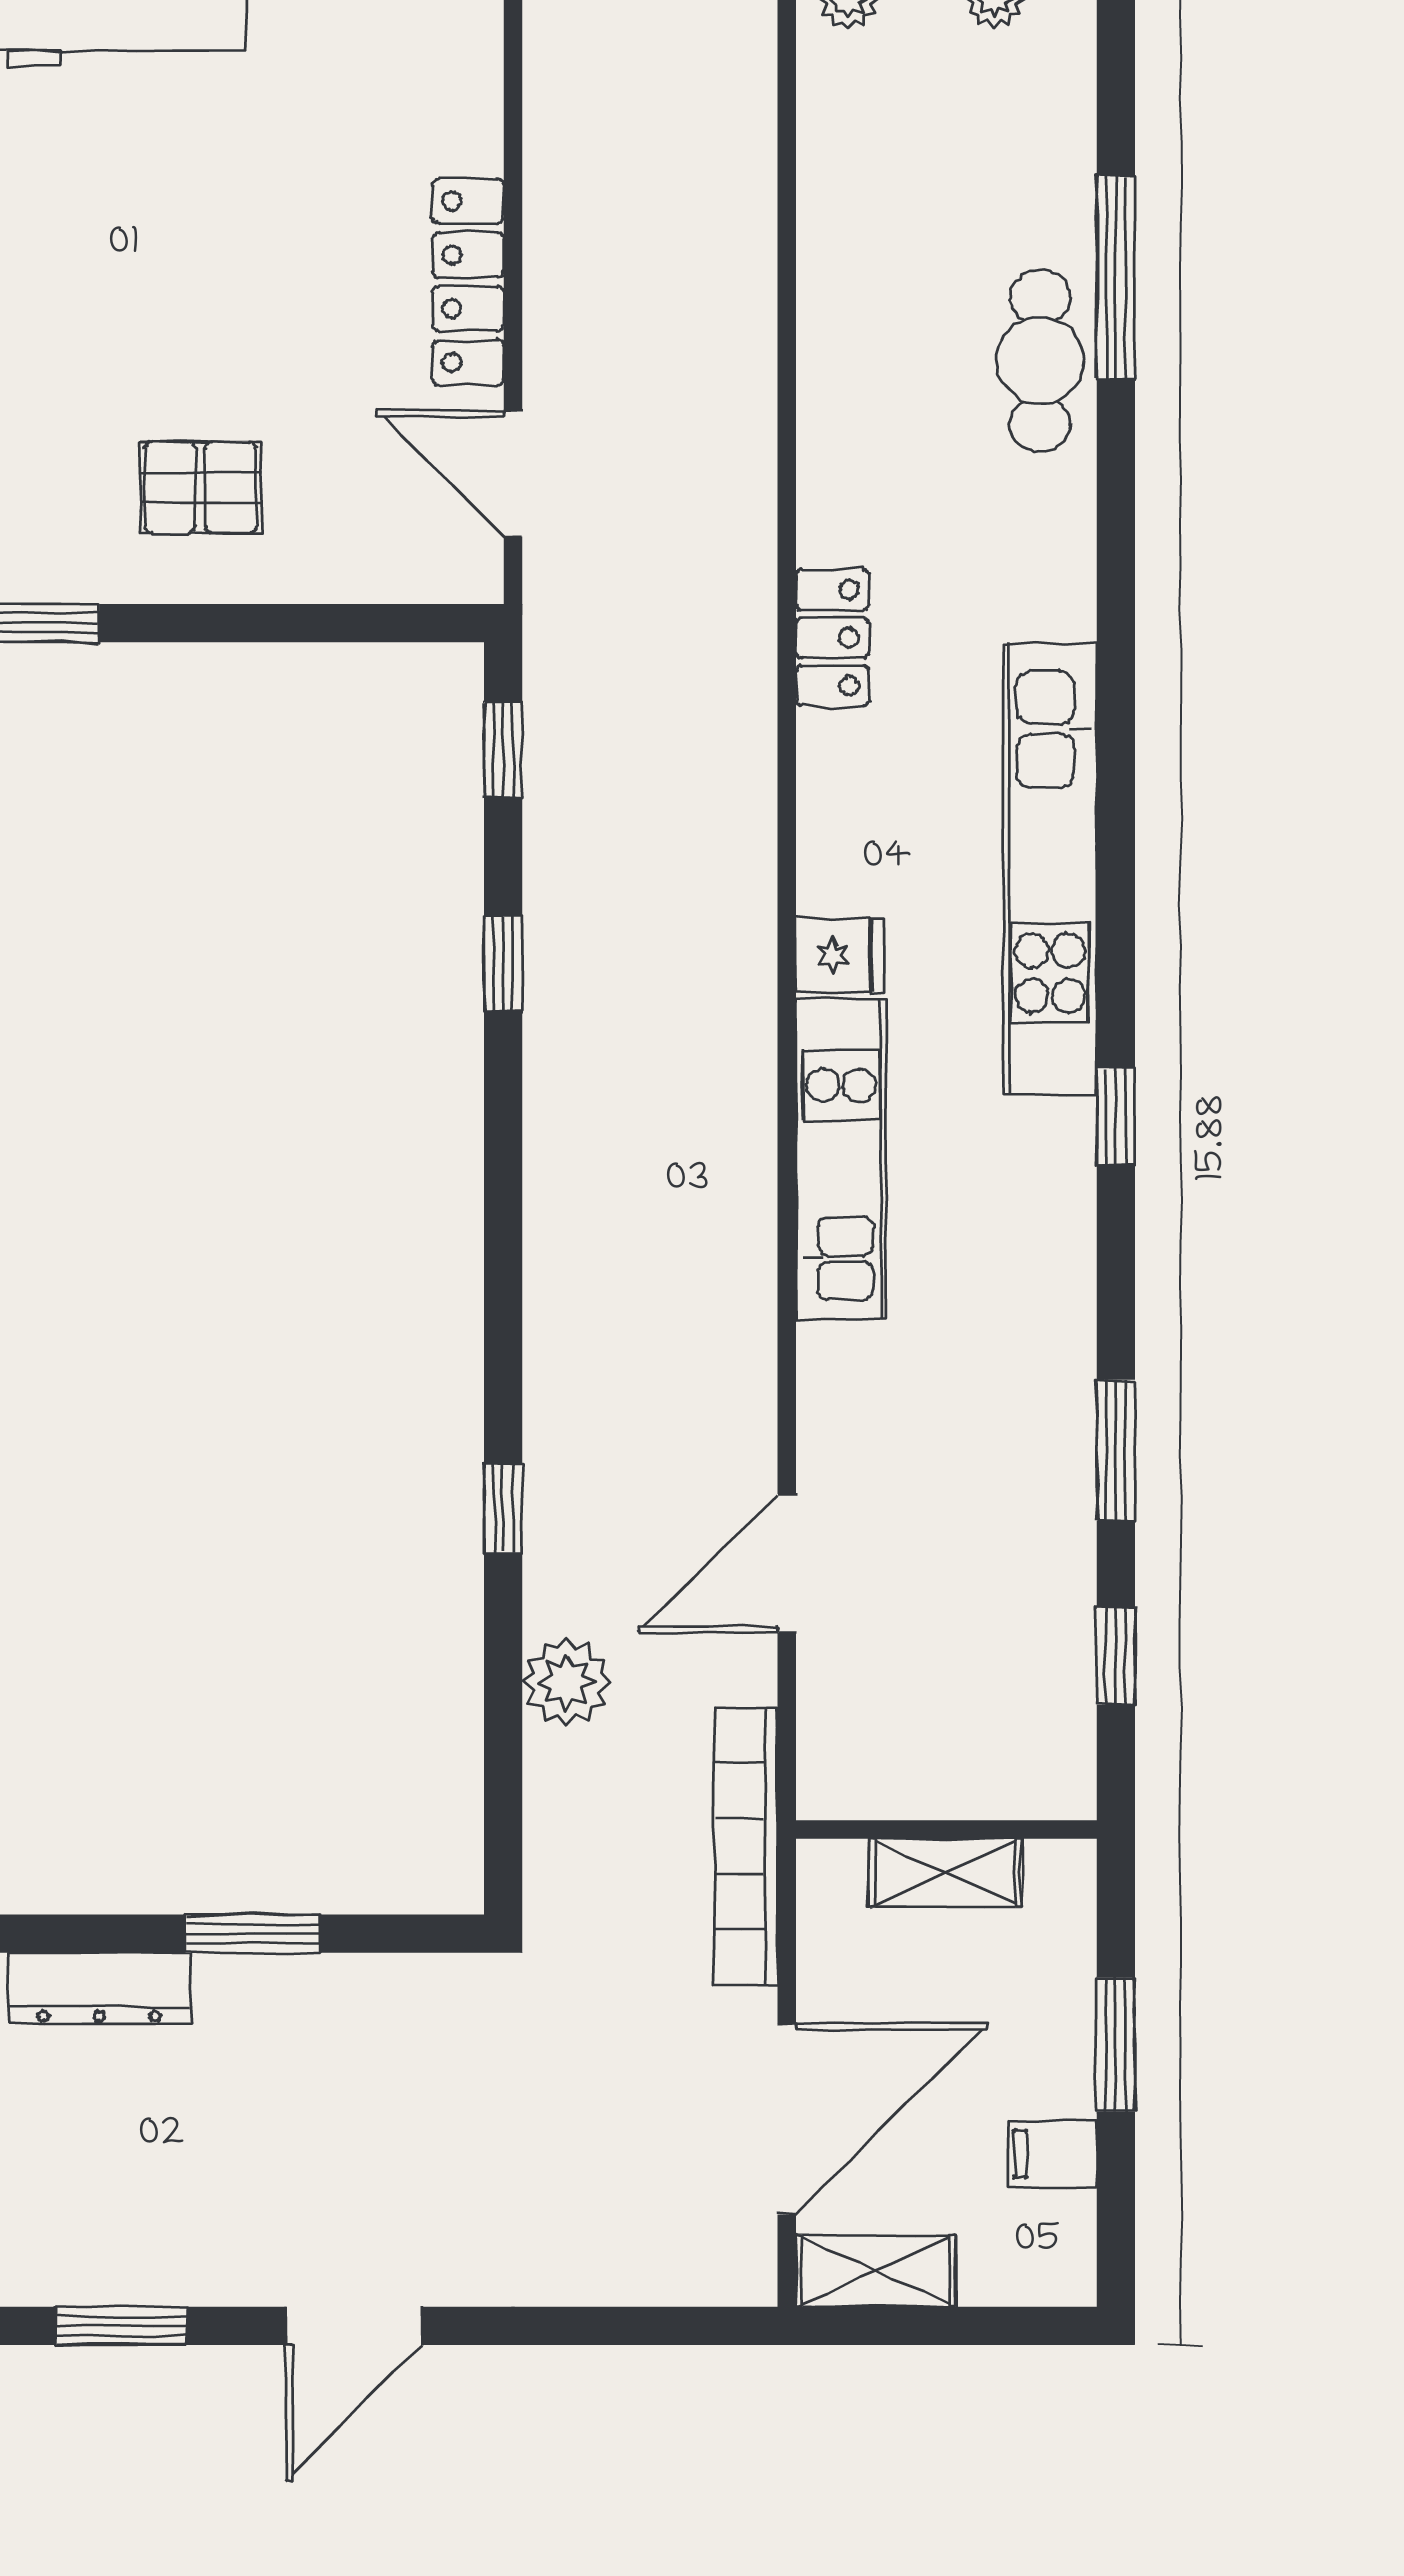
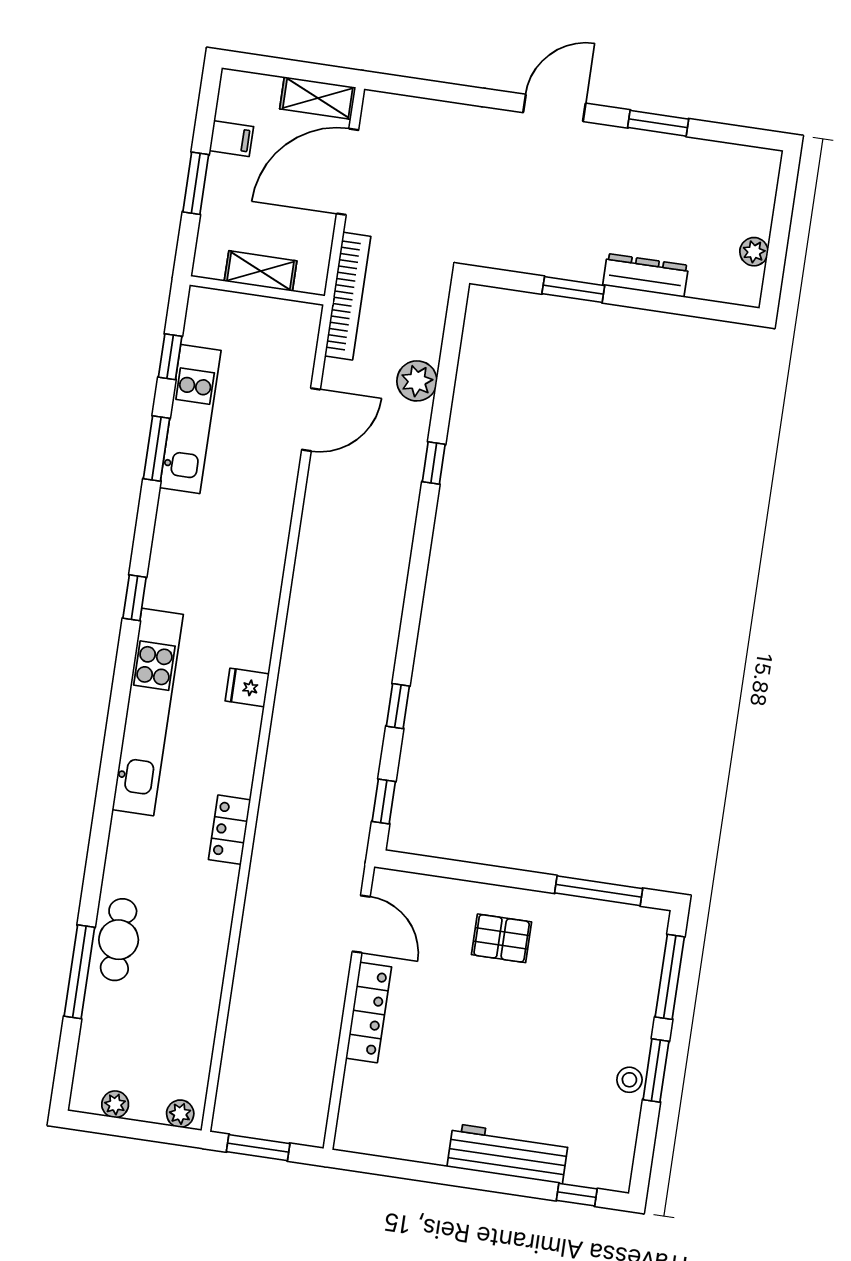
kitchen unit: (841, 1159) -> (190, 419), moved, turned 180

